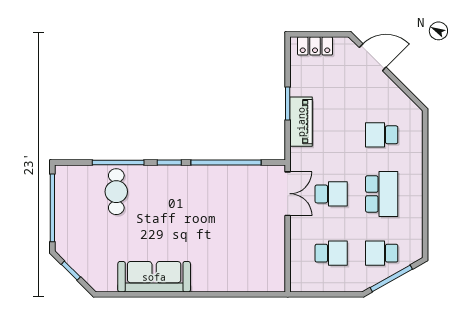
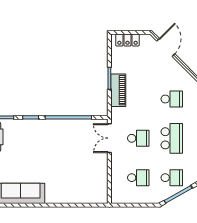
door: (373, 57) -> (166, 47), hinge flipped
school desk: (382, 135) -> (172, 99), turned 180
double door: (288, 194) -> (109, 138), swing flipped
school desk: (382, 253) -> (172, 178), turned 180

